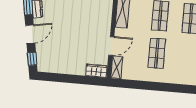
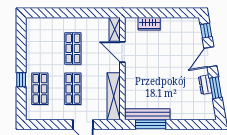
door: (111, 46) -> (122, 52), hinge flipped
wardrobe: (96, 71) -> (149, 24), moved

